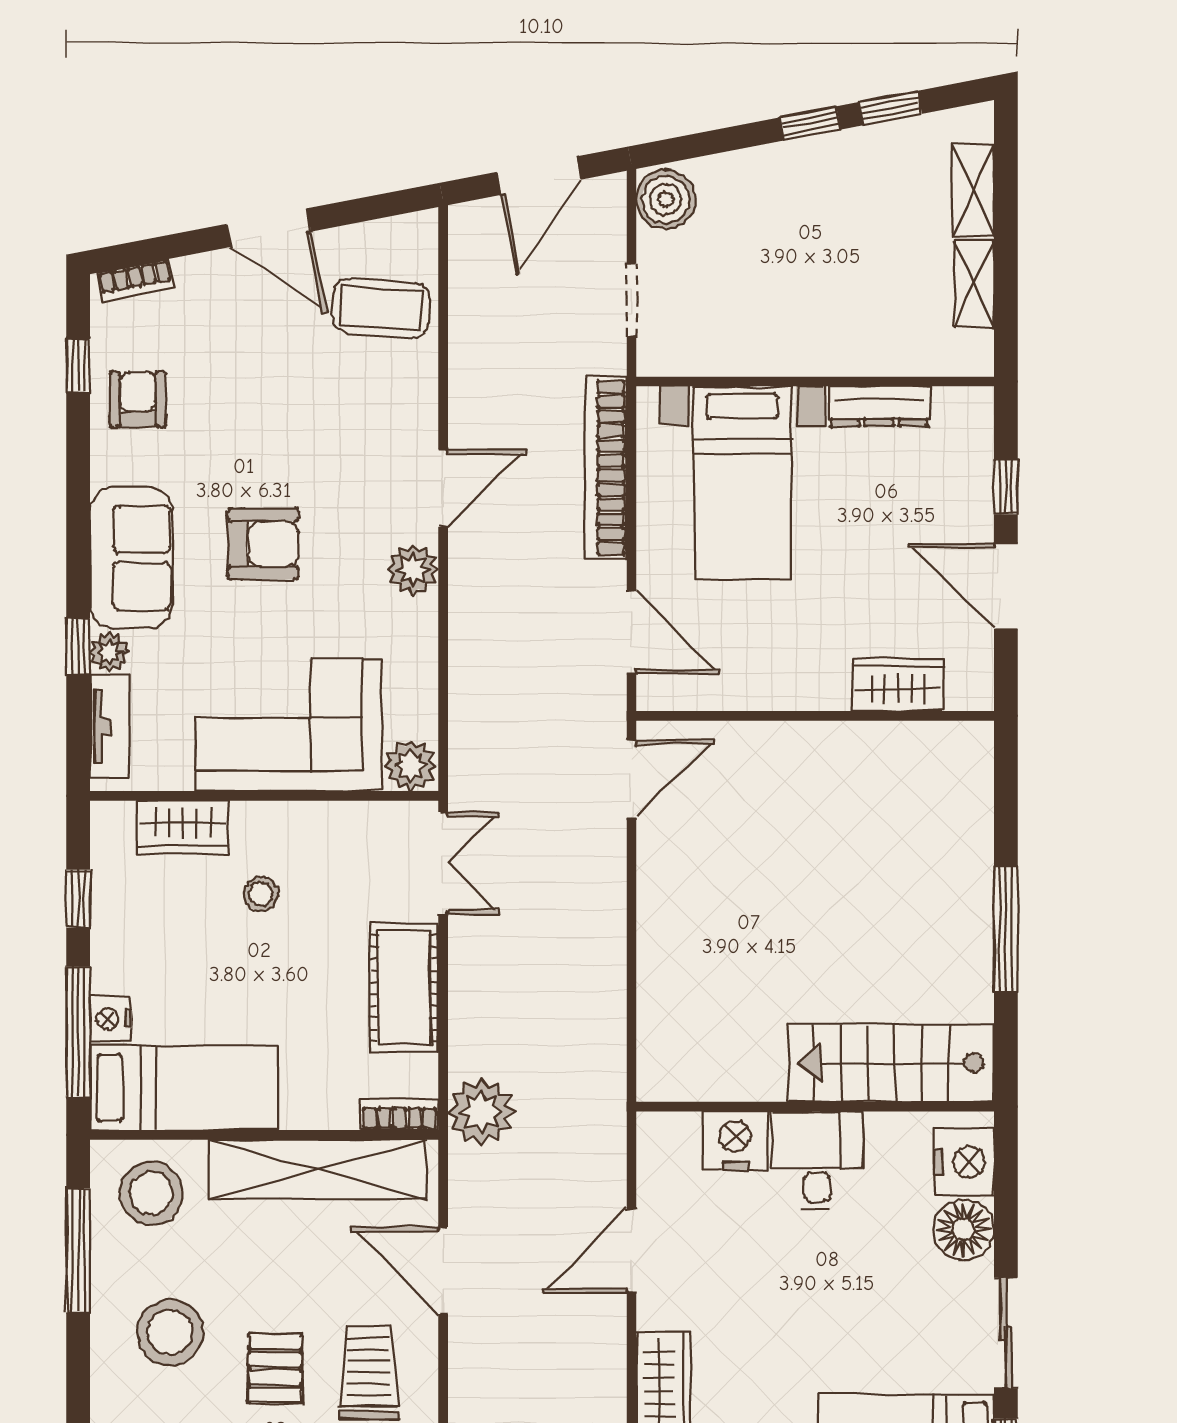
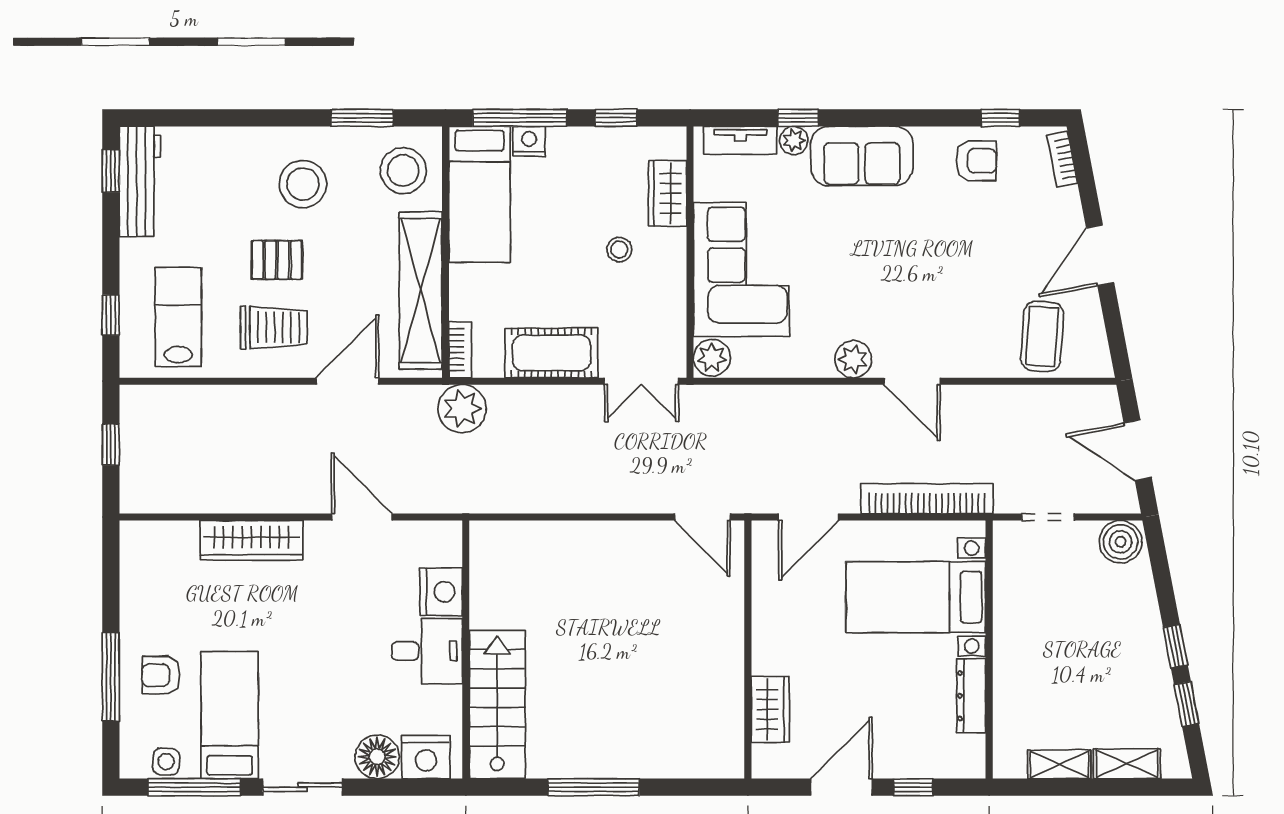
armchair: (263, 544) -> (872, 251), removed
window: (78, 1250) -> (362, 118), width x0.69

